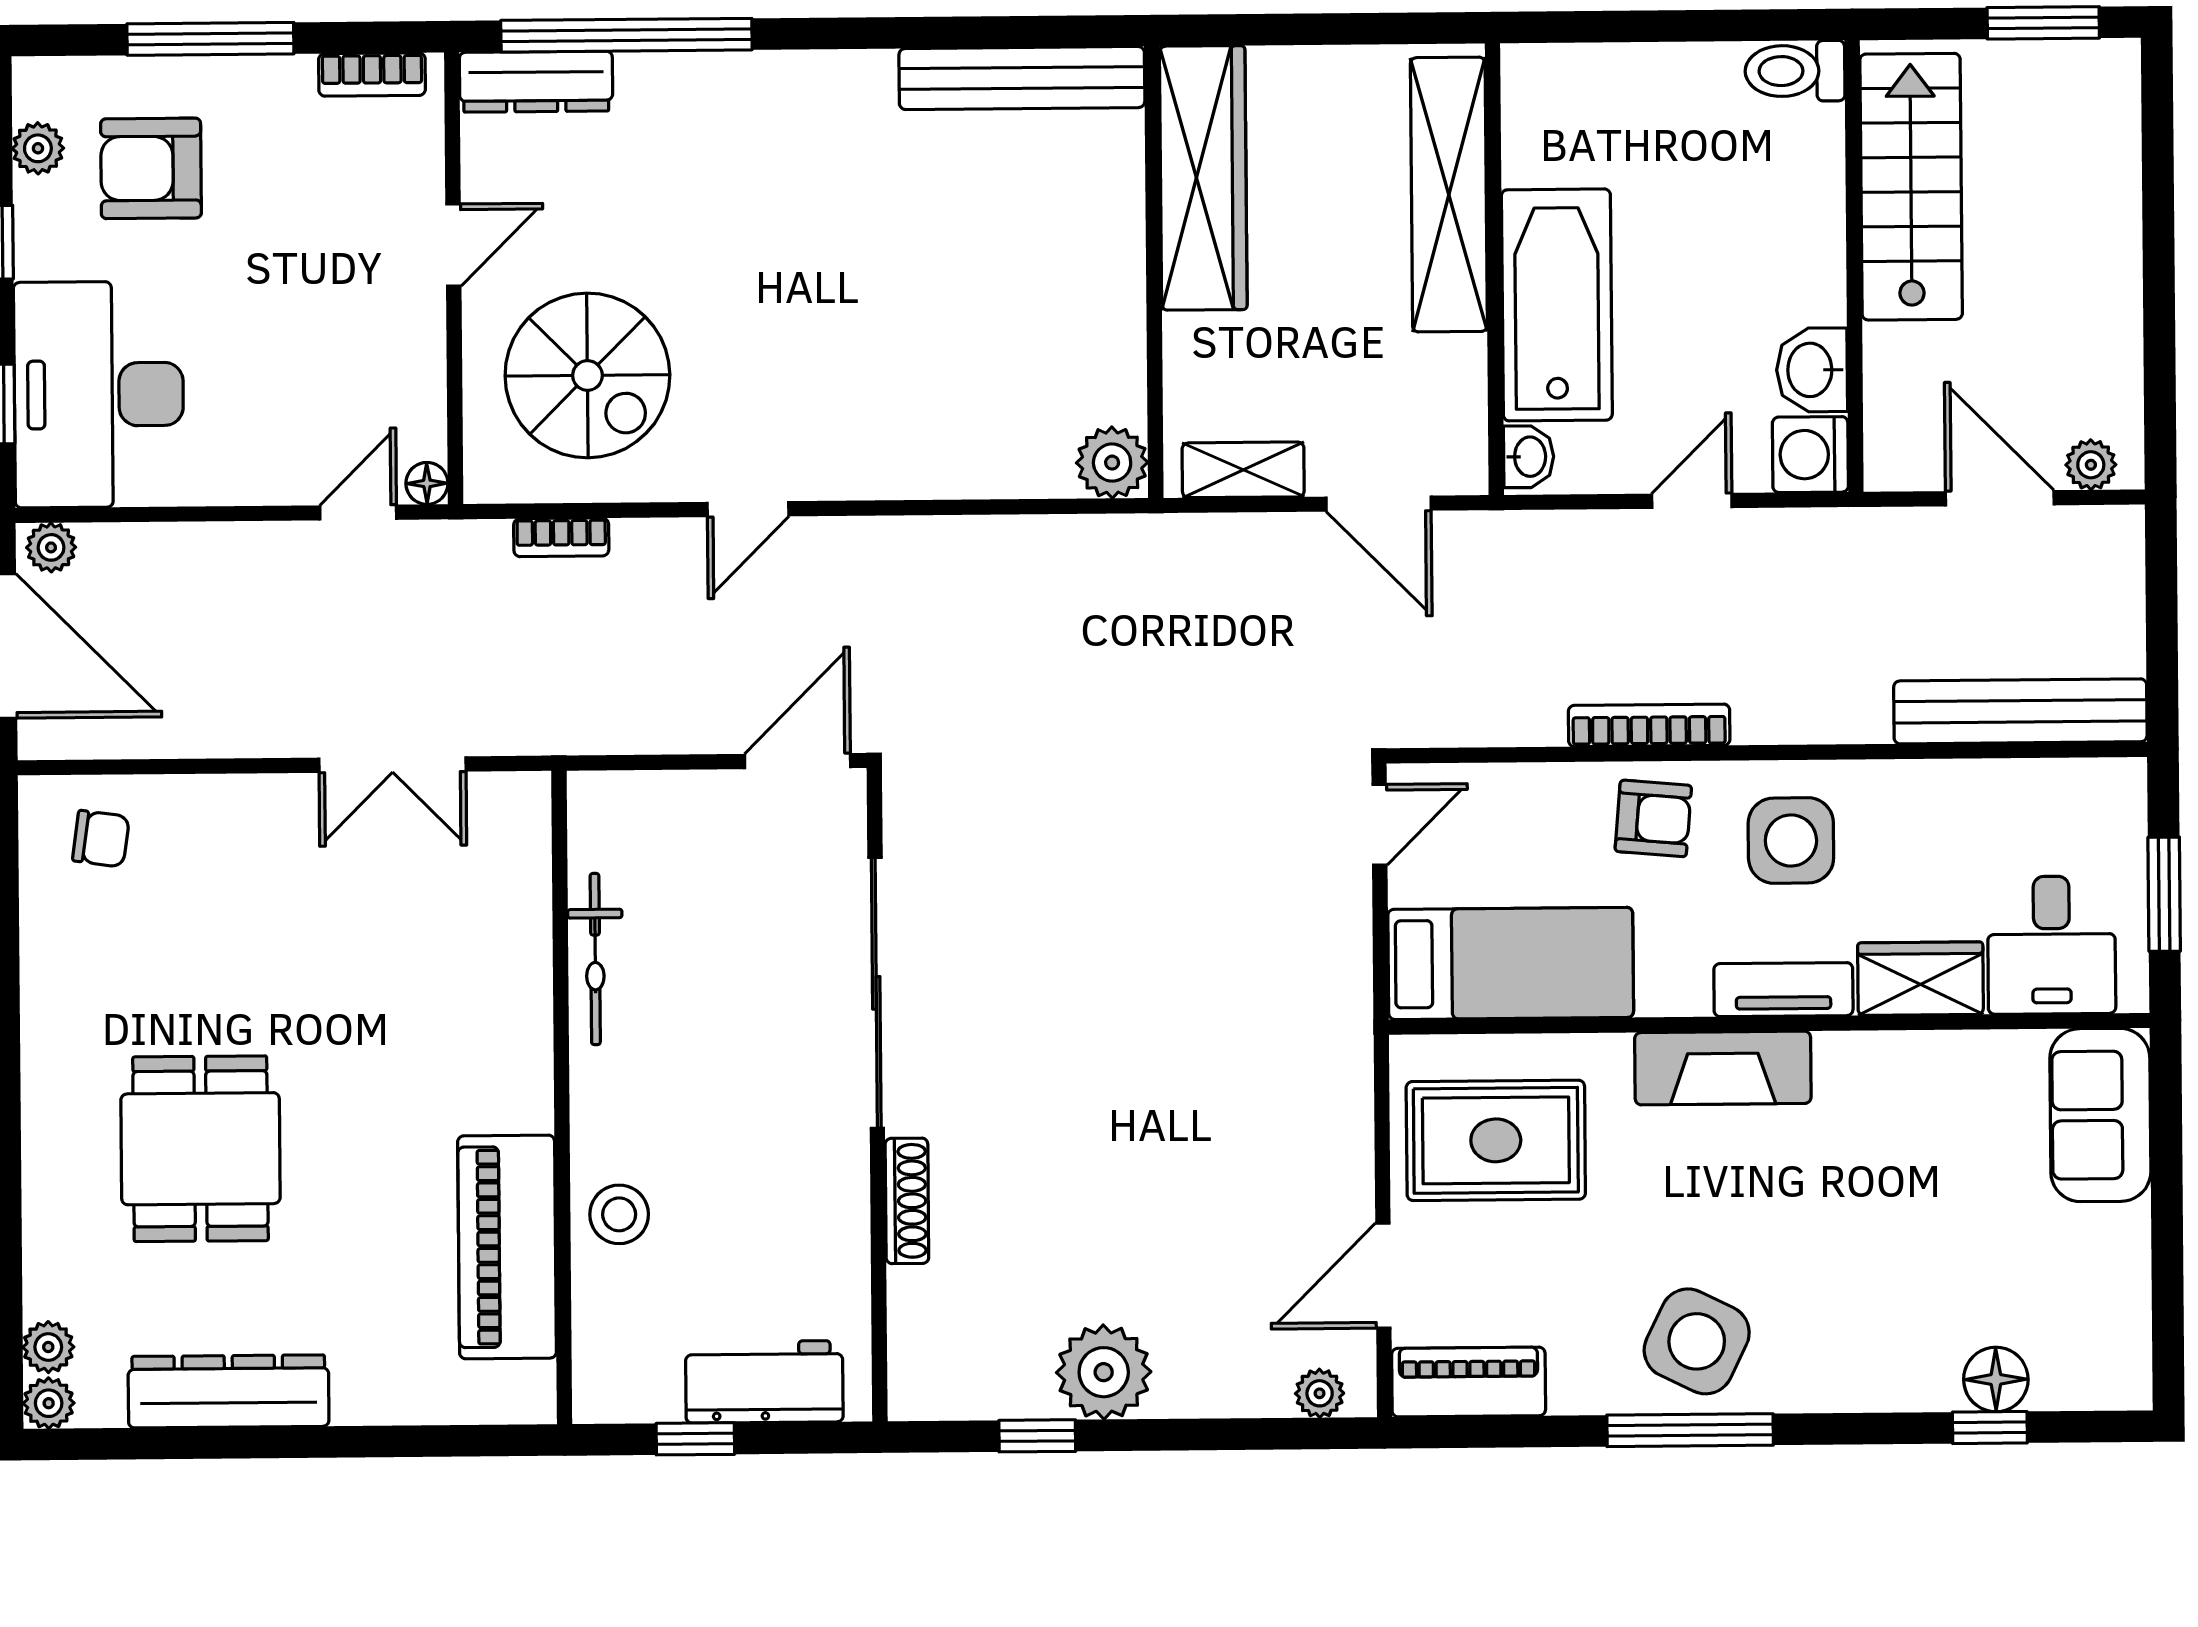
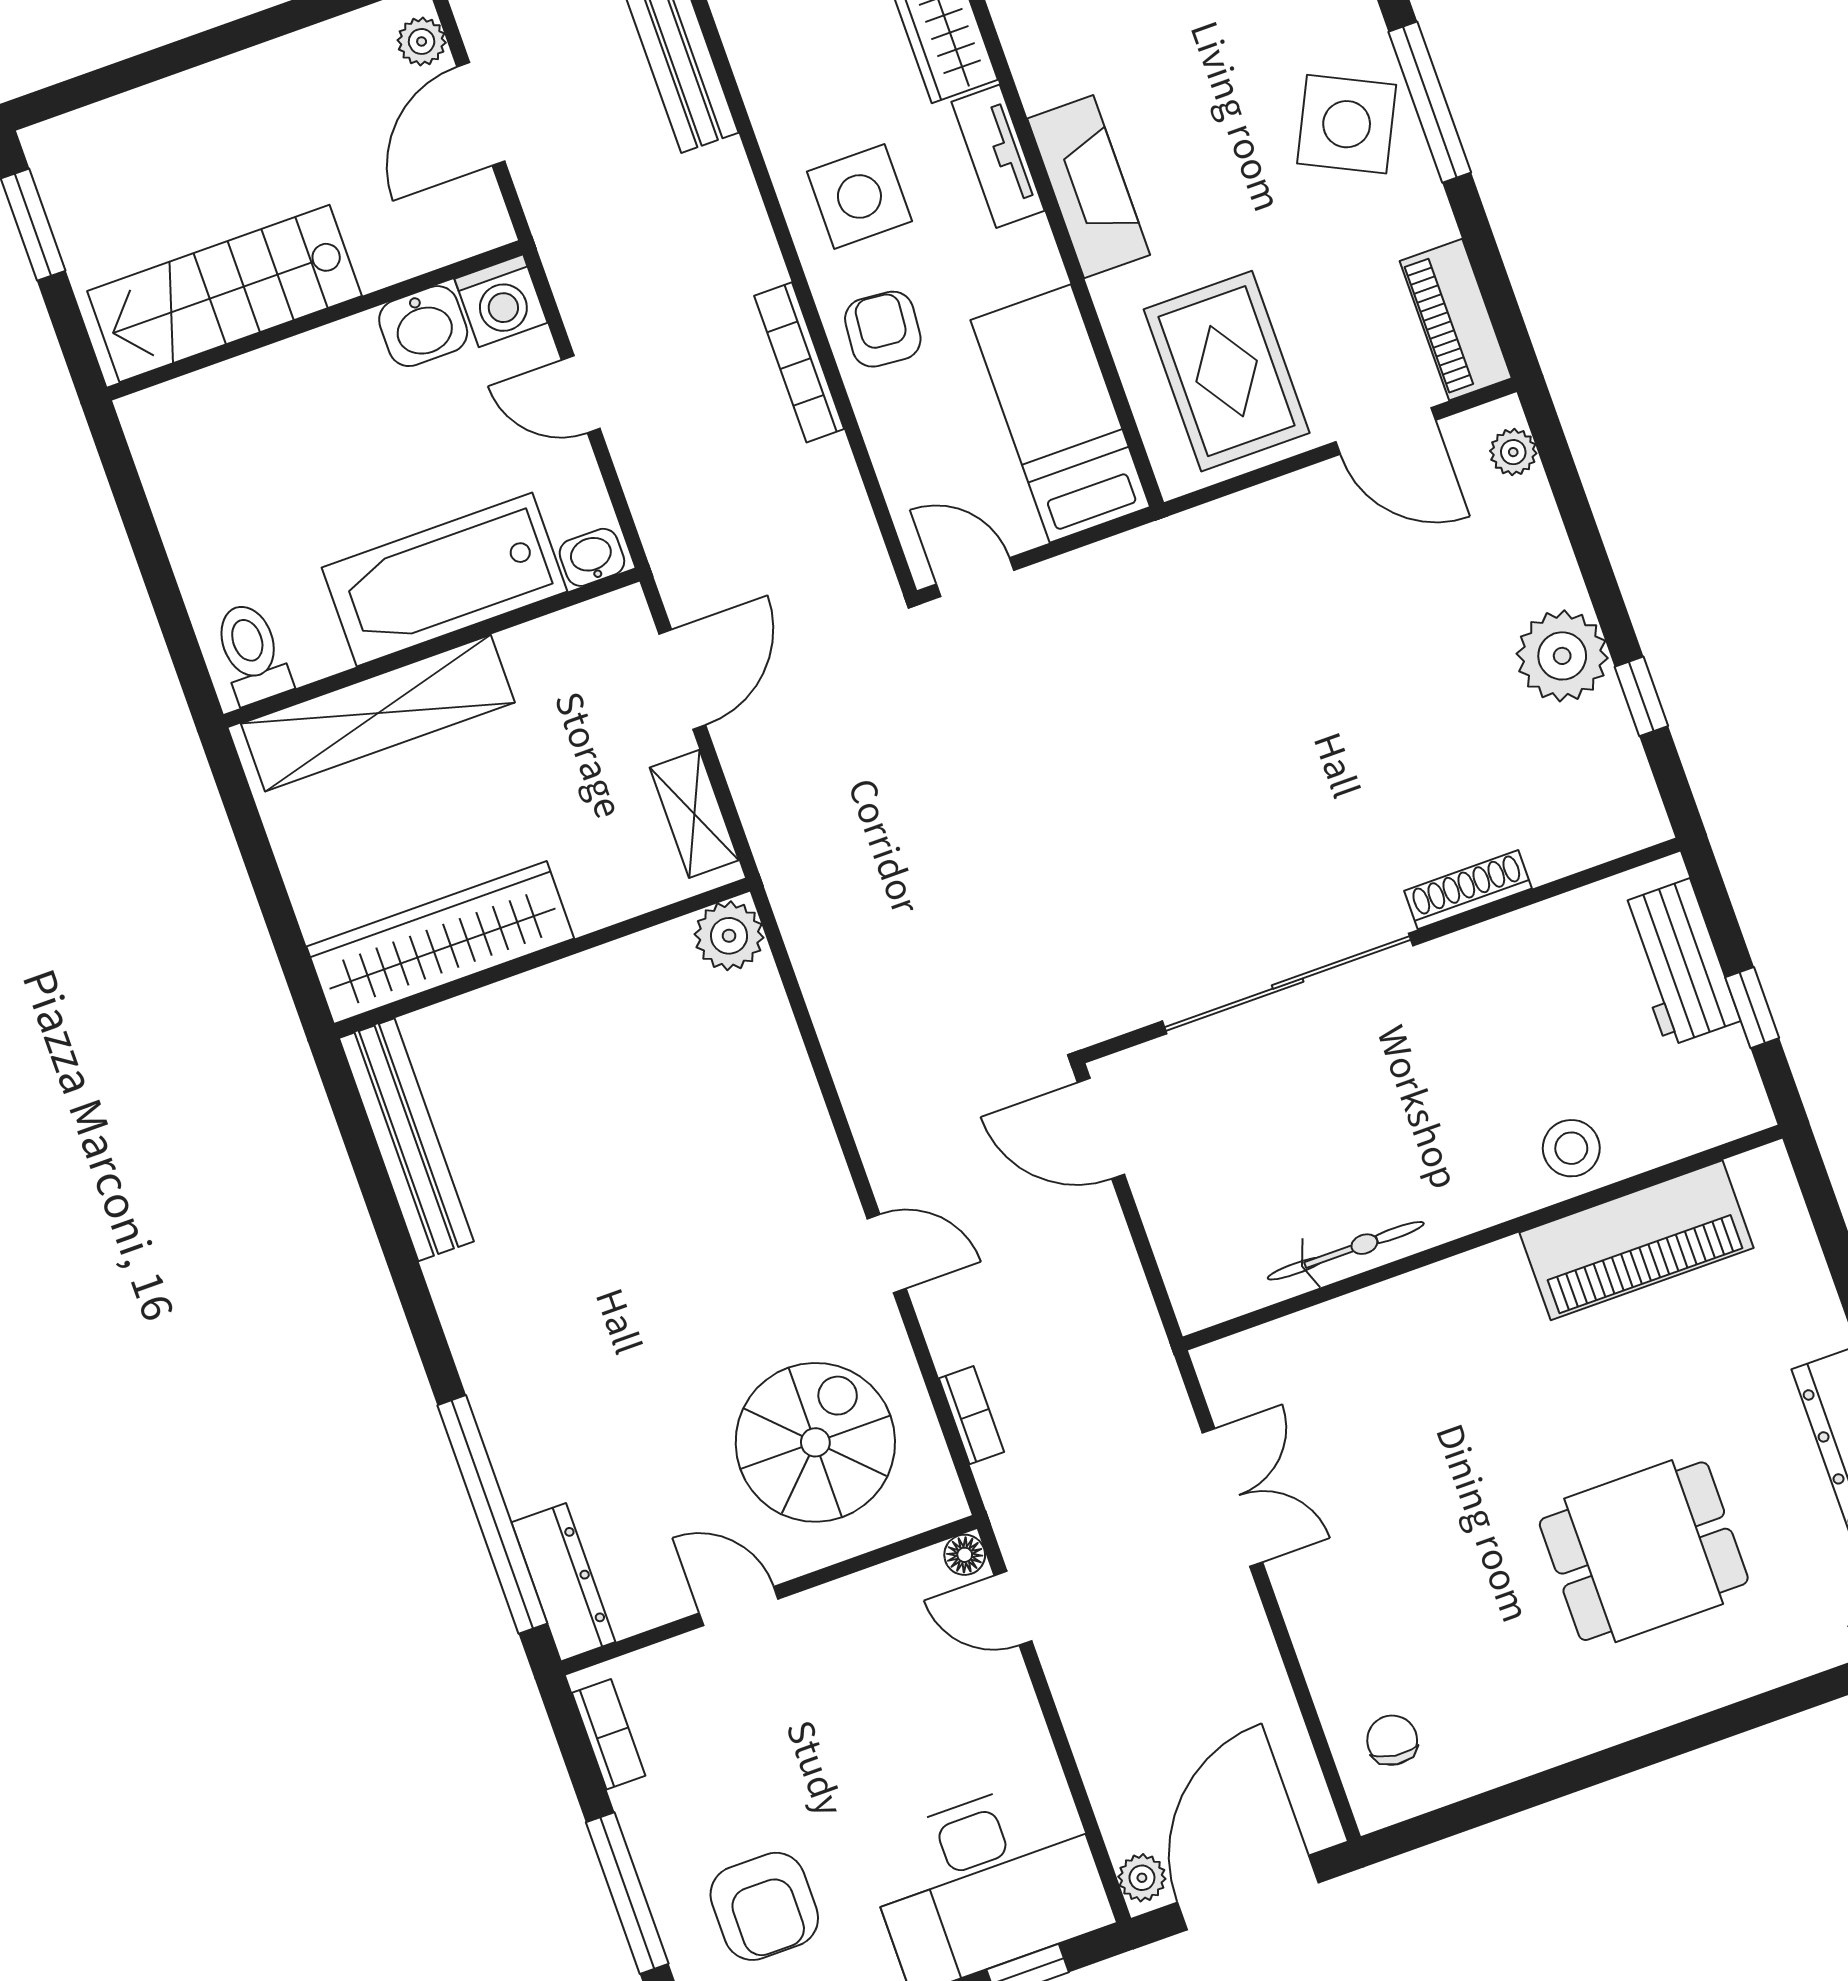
toilet: (1795, 71) -> (252, 653), moved, turned 180

